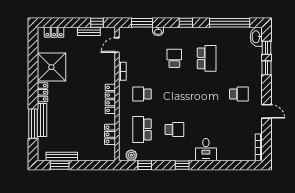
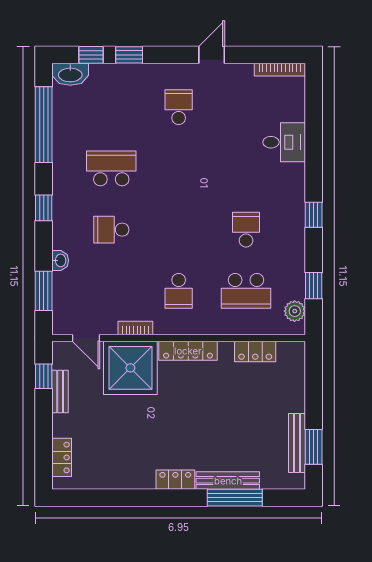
shower: (51, 67) -> (130, 368), moved
desk: (206, 150) -> (284, 142), moved

